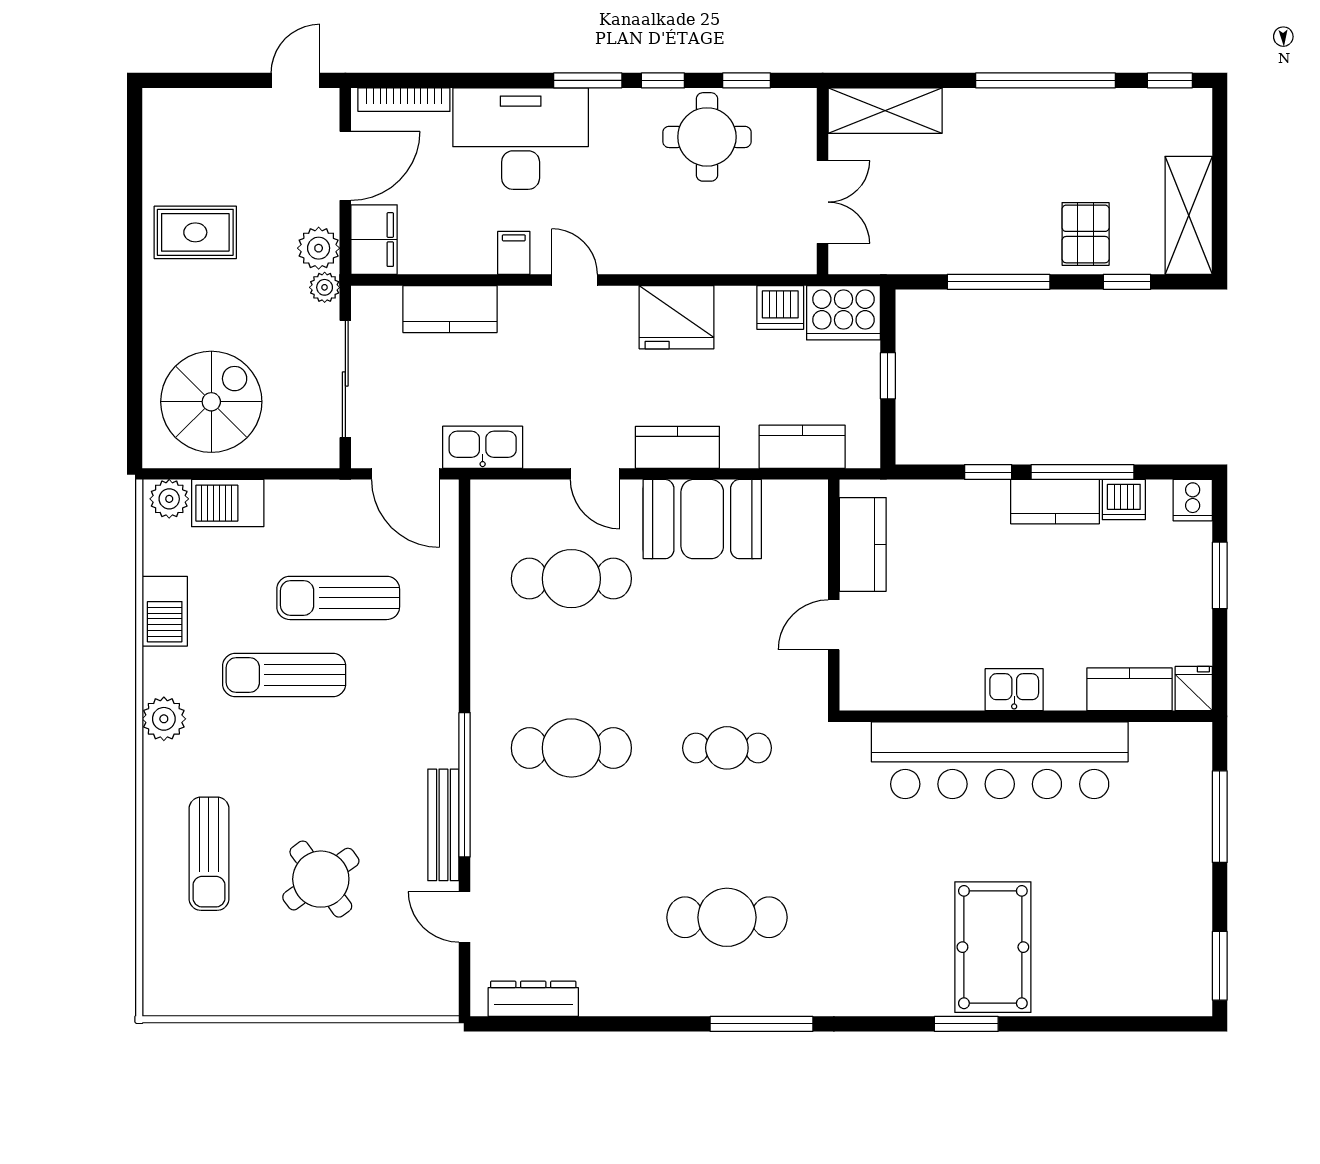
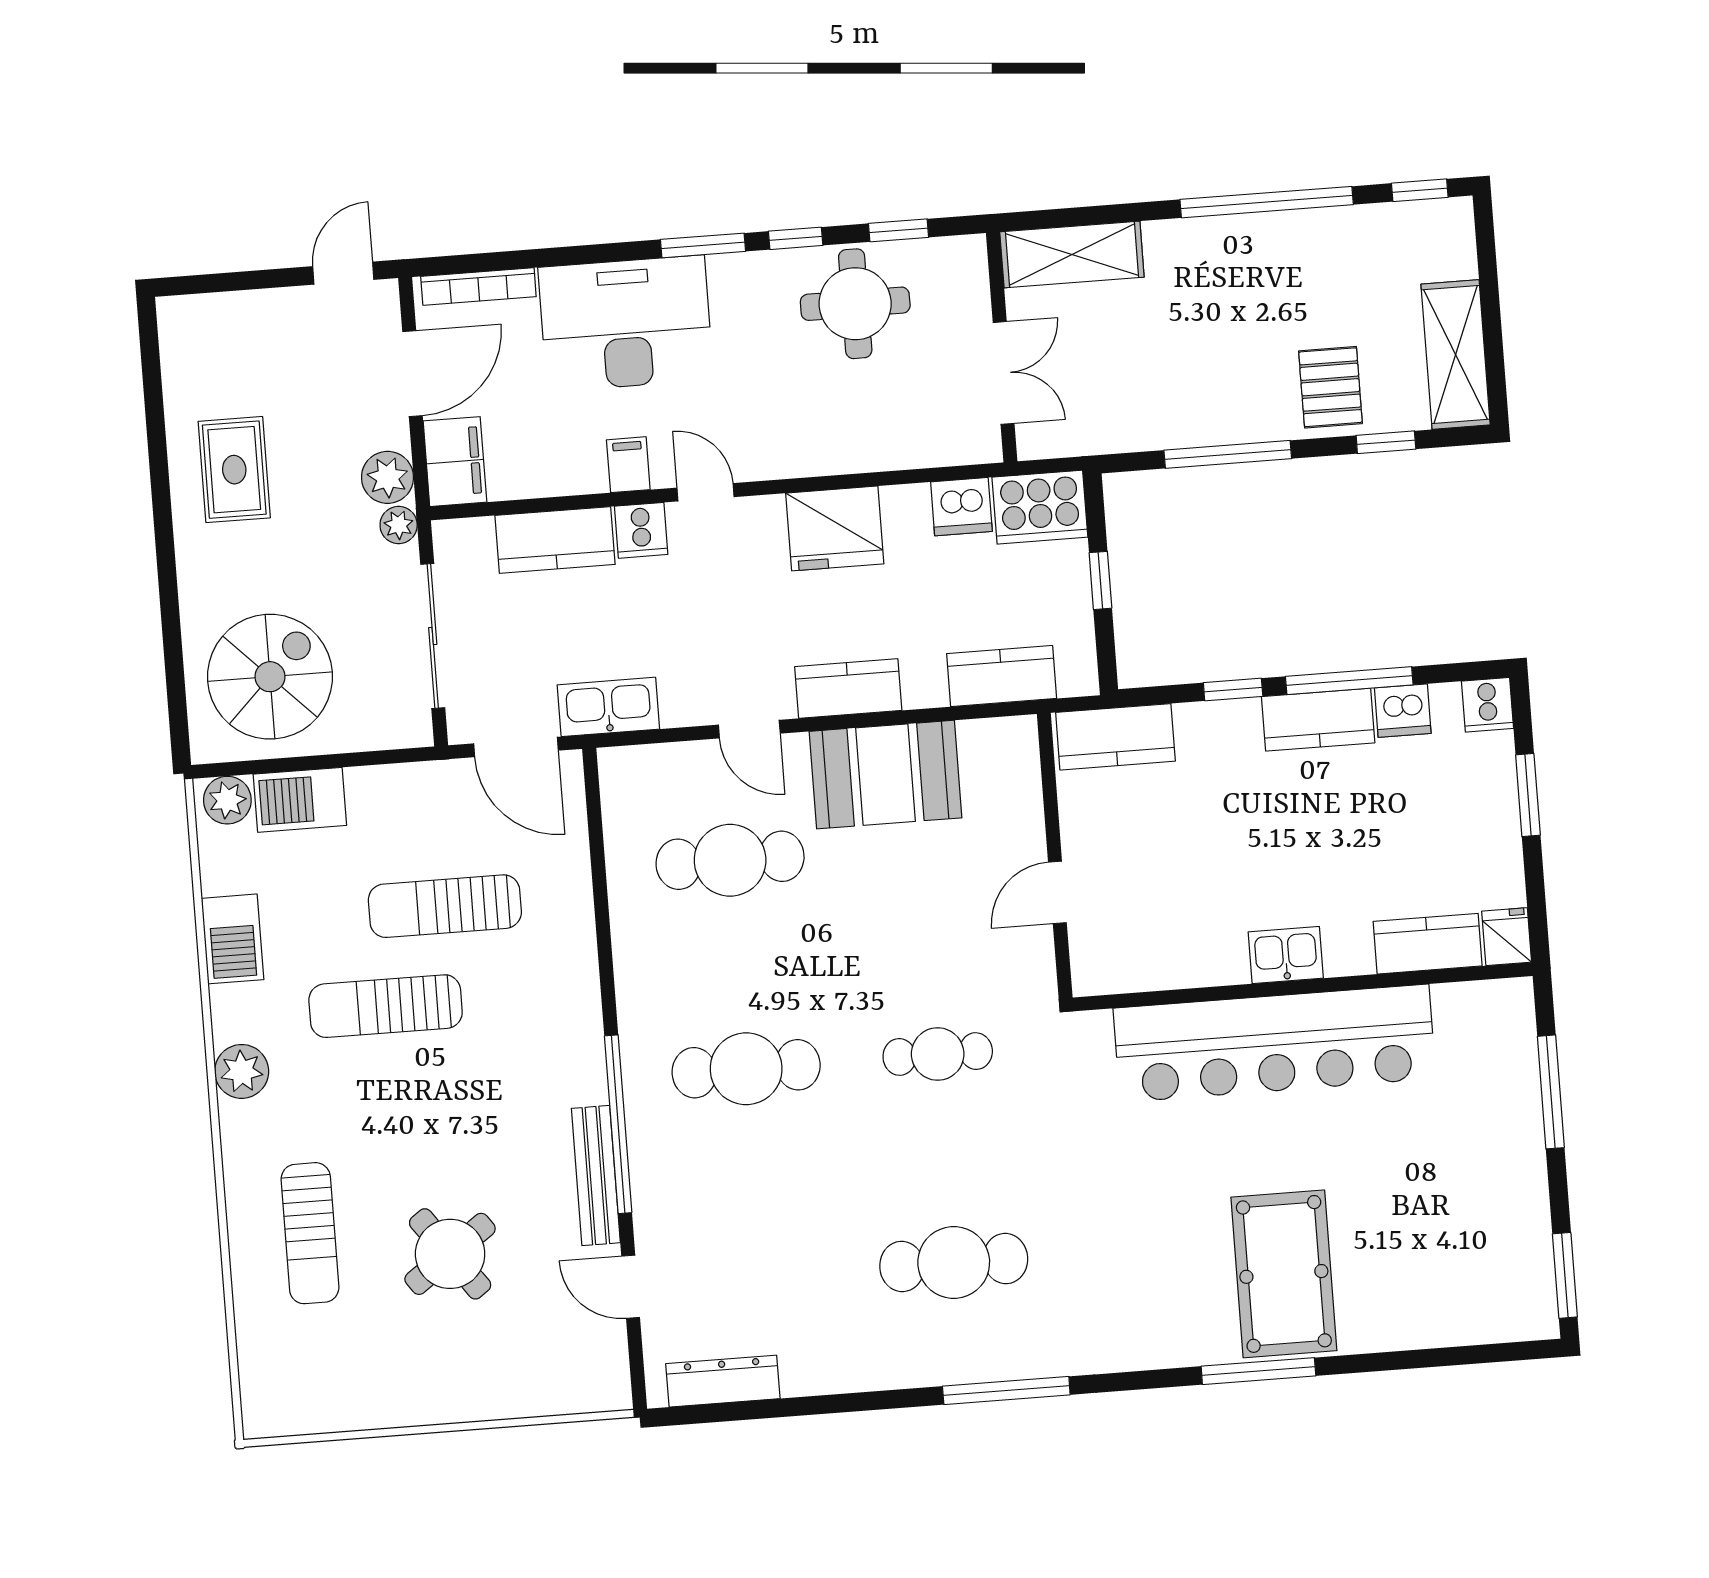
rug: (195, 232) -> (234, 470), turned 90
cooker: (520, 307) -> (641, 530), added
kitchen counter: (863, 544) -> (1115, 737), moved, turned 90
window: (966, 1024) -> (1258, 1371), width x1.44

